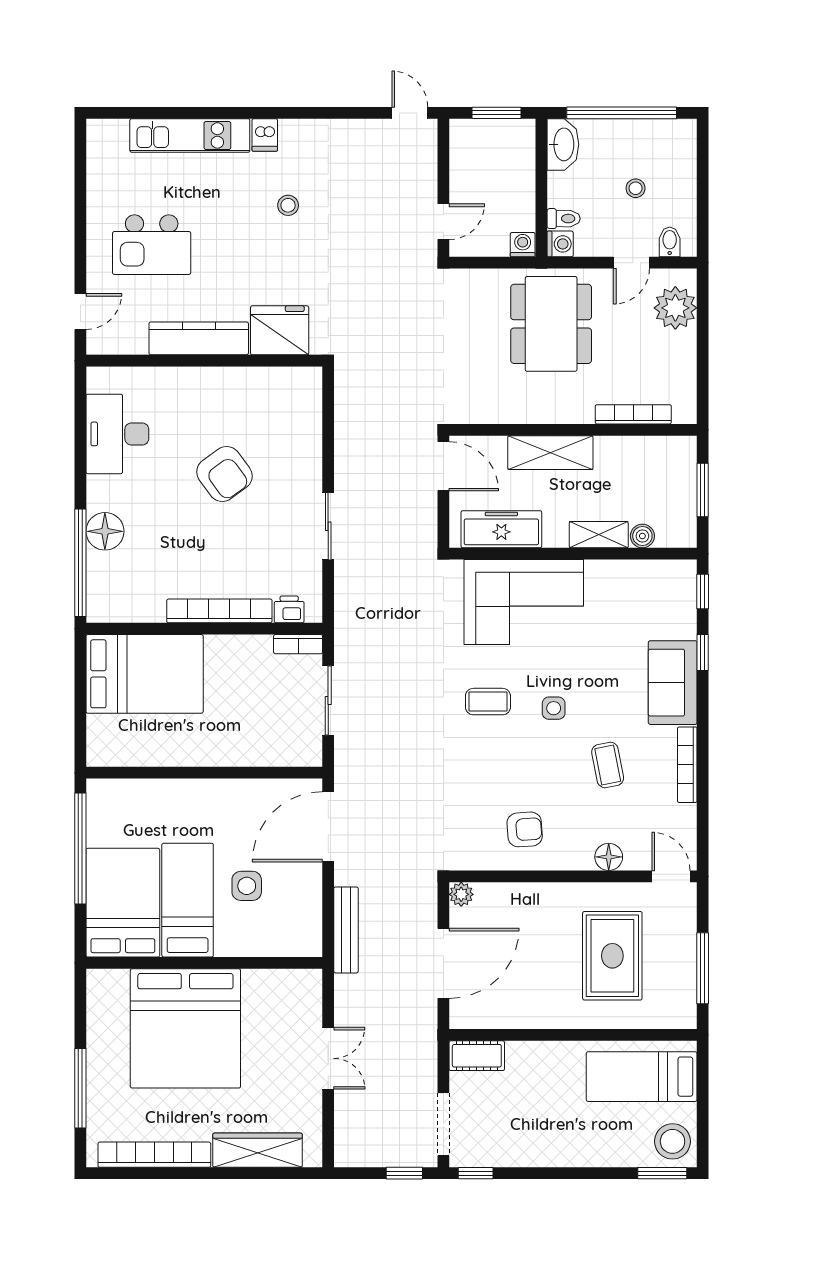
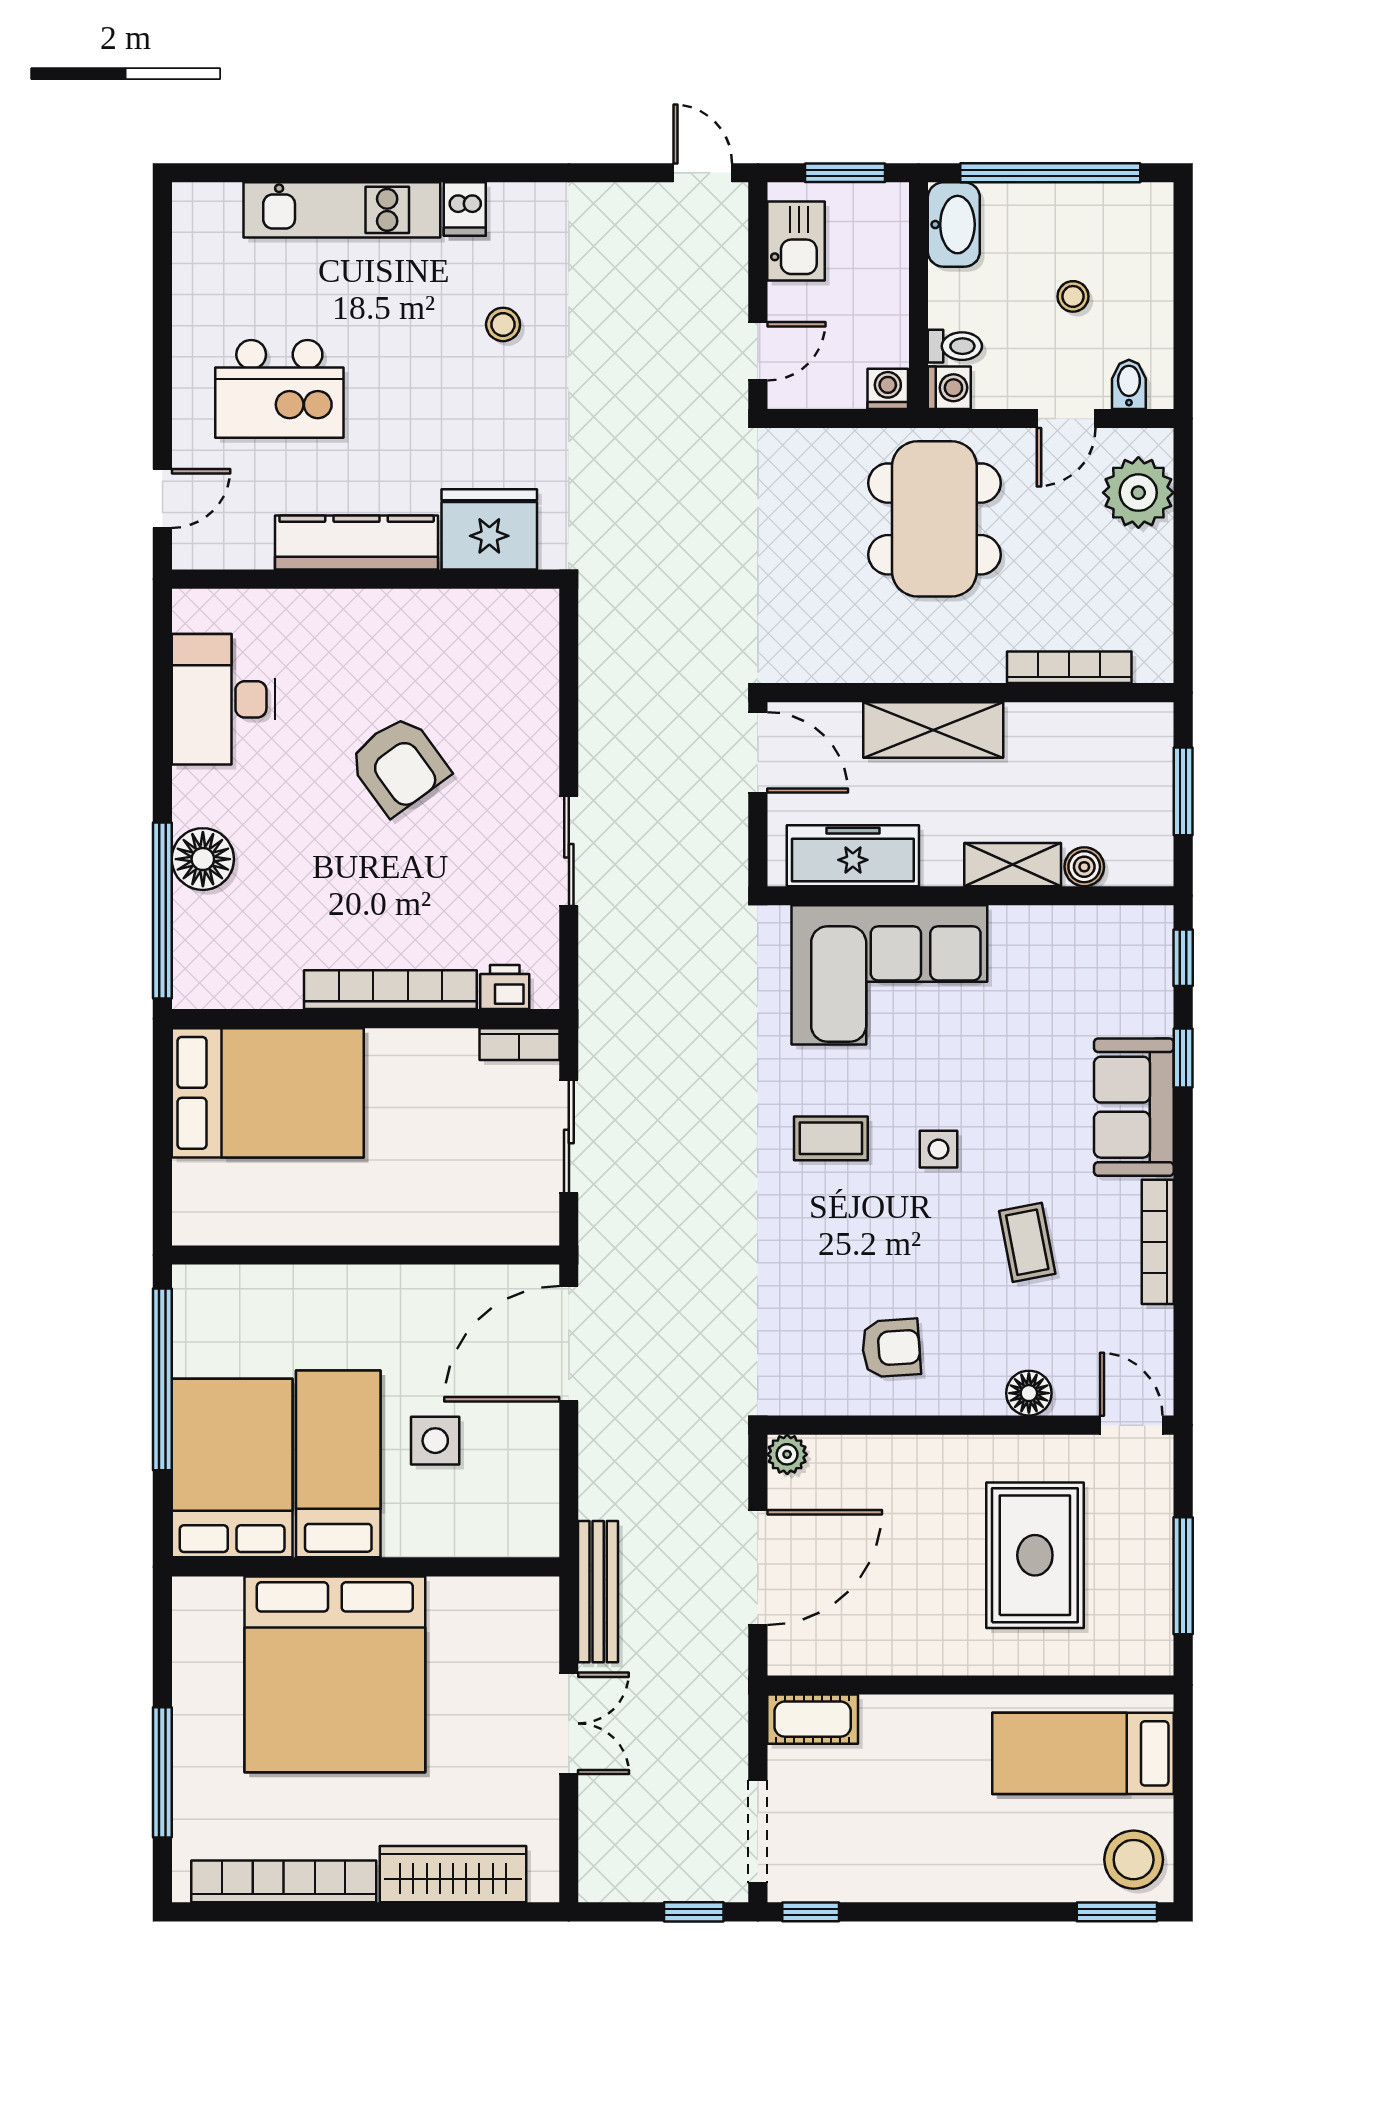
kitchen sink: (467, 154) -> (796, 241), added
bench: (346, 930) -> (598, 1592), moved

